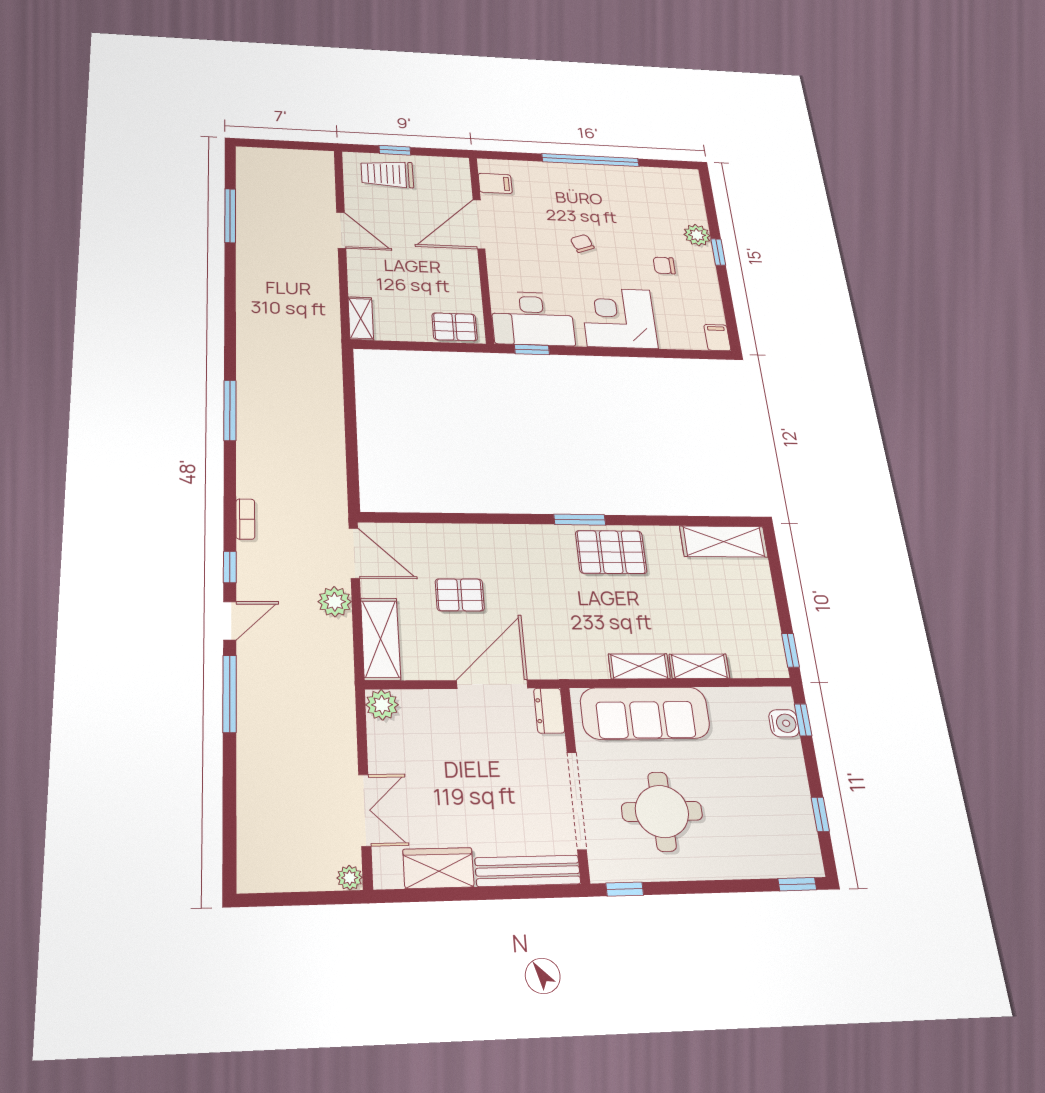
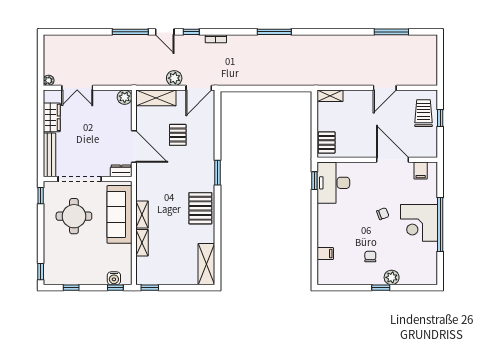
corner desk: (619, 318) -> (419, 223), moved, turned 180
filing cabinet: (717, 338) -> (325, 254), moved
window: (580, 520) -> (218, 173), moved

